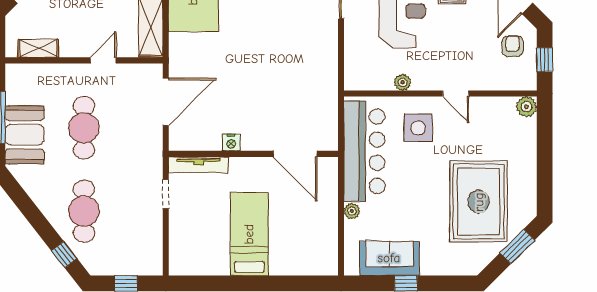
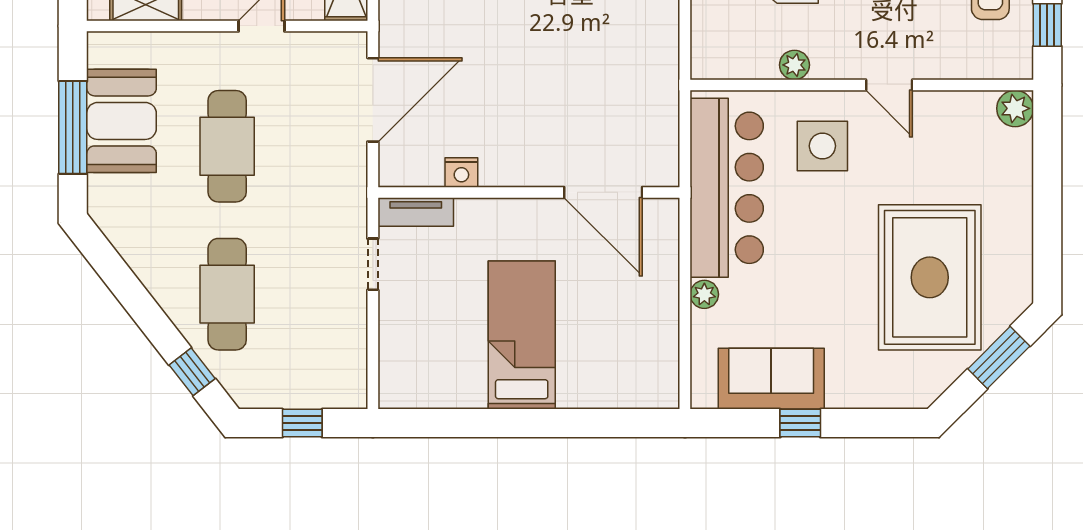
booth: (25, 135) -> (121, 121), moved
nightstand: (231, 143) -> (461, 172), moved
tv unit: (199, 165) -> (416, 212), width x0.71

